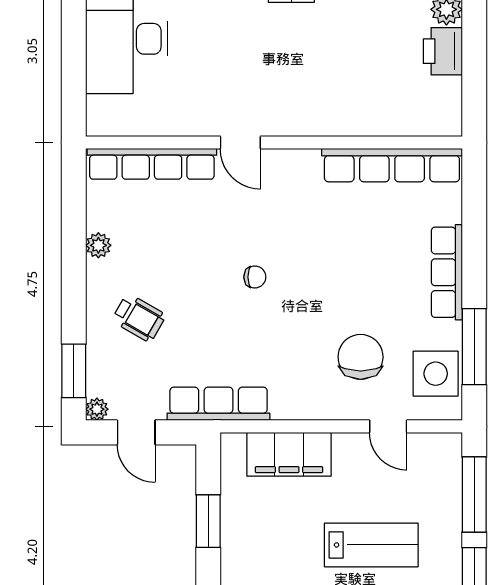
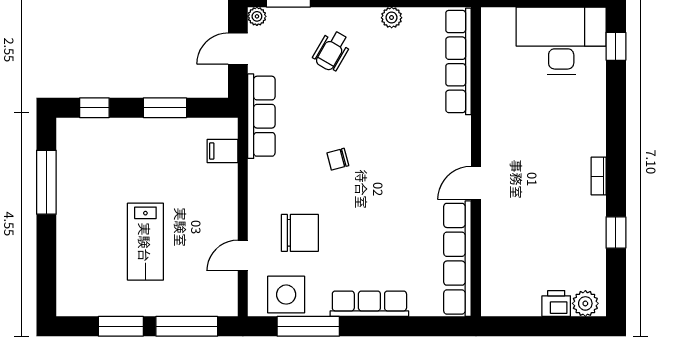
printer: (443, 51) -> (556, 304), width x0.73, depth x0.81
door: (240, 142) -> (476, 183), moved
chair: (255, 277) -> (338, 159), moved, turned 75
filing cabinet: (289, 454) -> (222, 151), width x0.33, depth x0.86

